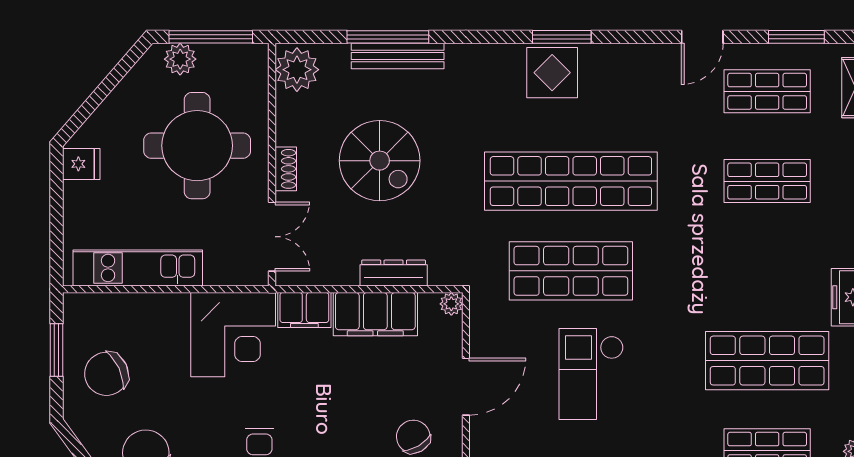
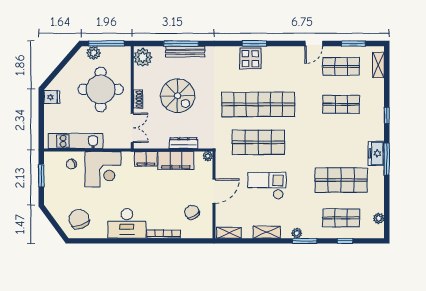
corner desk: (233, 335) -> (103, 169), moved
chair: (106, 374) -> (71, 164), moved, width x0.54, depth x0.54
checkout: (591, 374) -> (267, 186), turned 90

